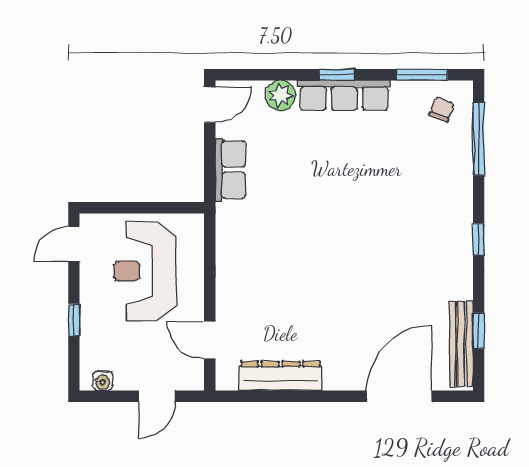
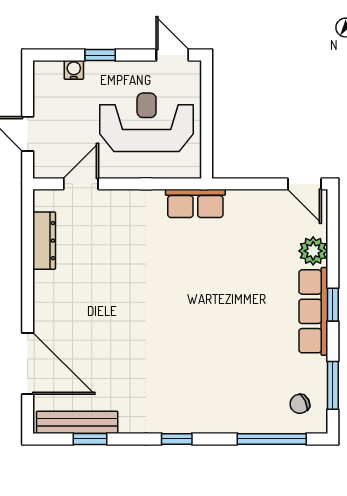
chair: (442, 109) -> (300, 404), turned 134
row of seats: (230, 170) -> (195, 203), moved
dresser: (281, 376) -> (44, 241), width x0.73, depth x0.80
water cooler: (103, 381) -> (74, 70), moved, turned 90

